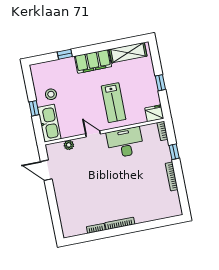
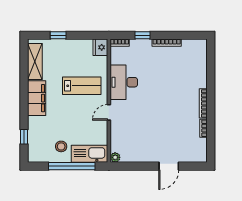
window: (65, 54) -> (24, 137), moved
window: (160, 83) -> (58, 35), moved
window: (34, 108) -> (72, 166), width x3.17
plant: (69, 145) -> (115, 157), moved
door: (46, 170) -> (169, 166), moved

